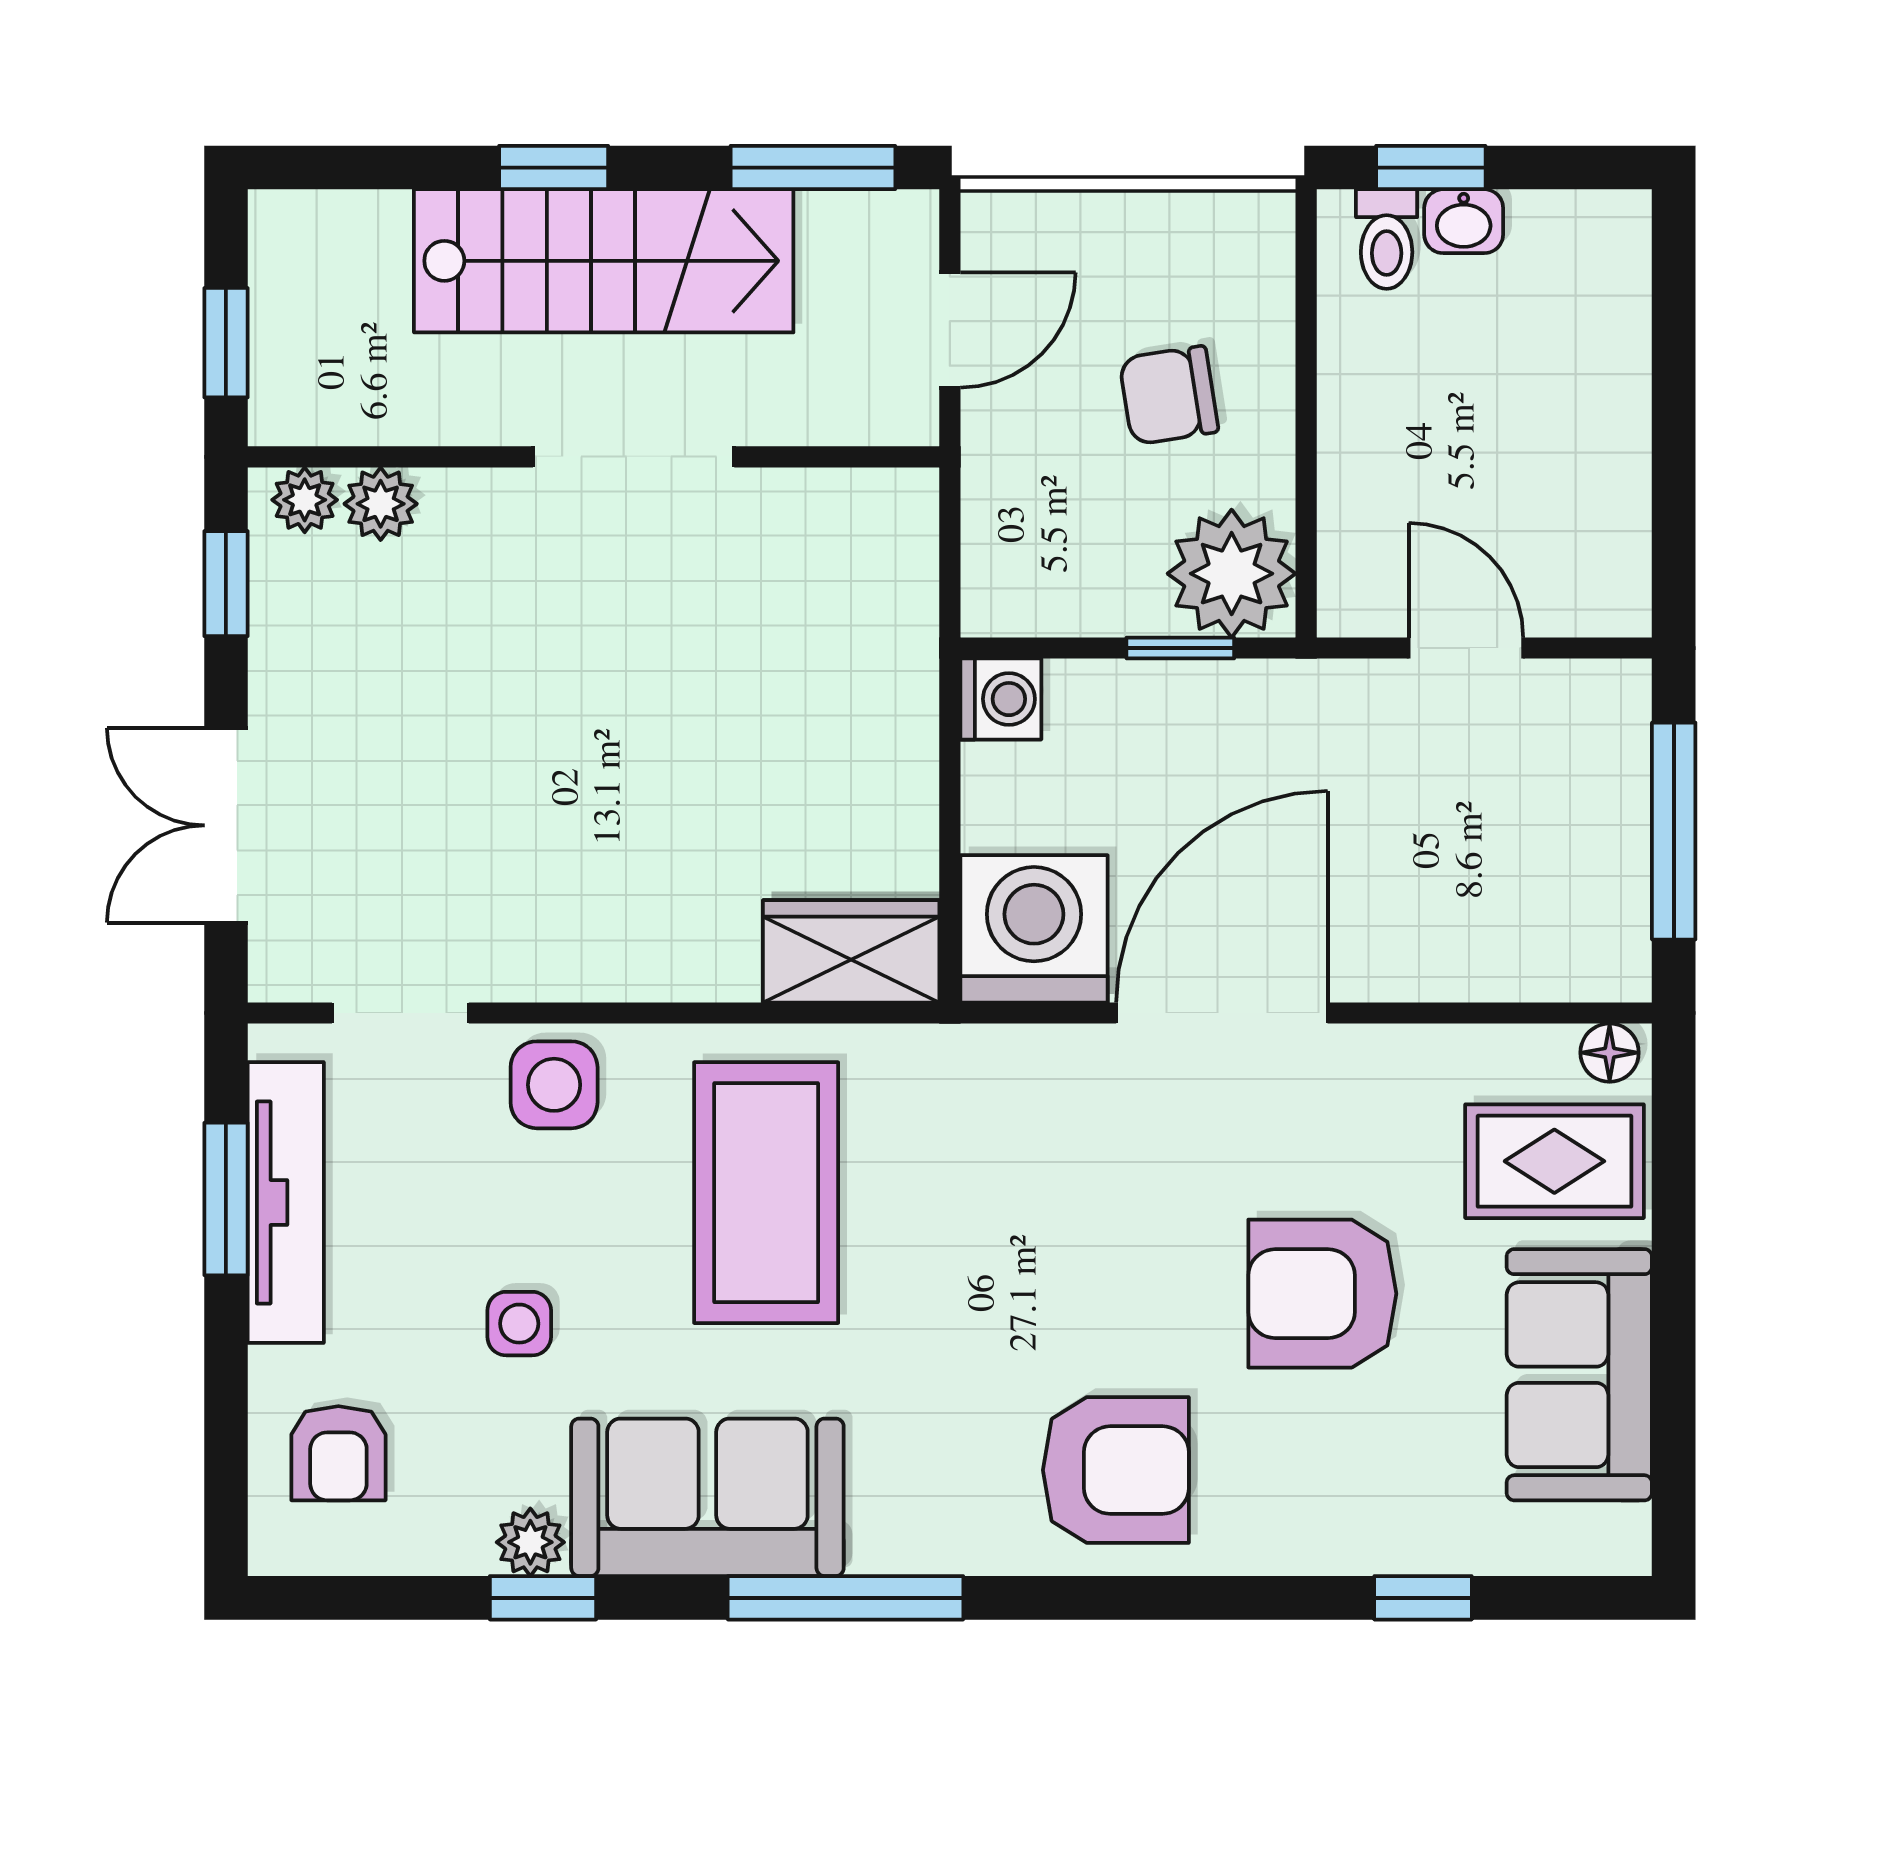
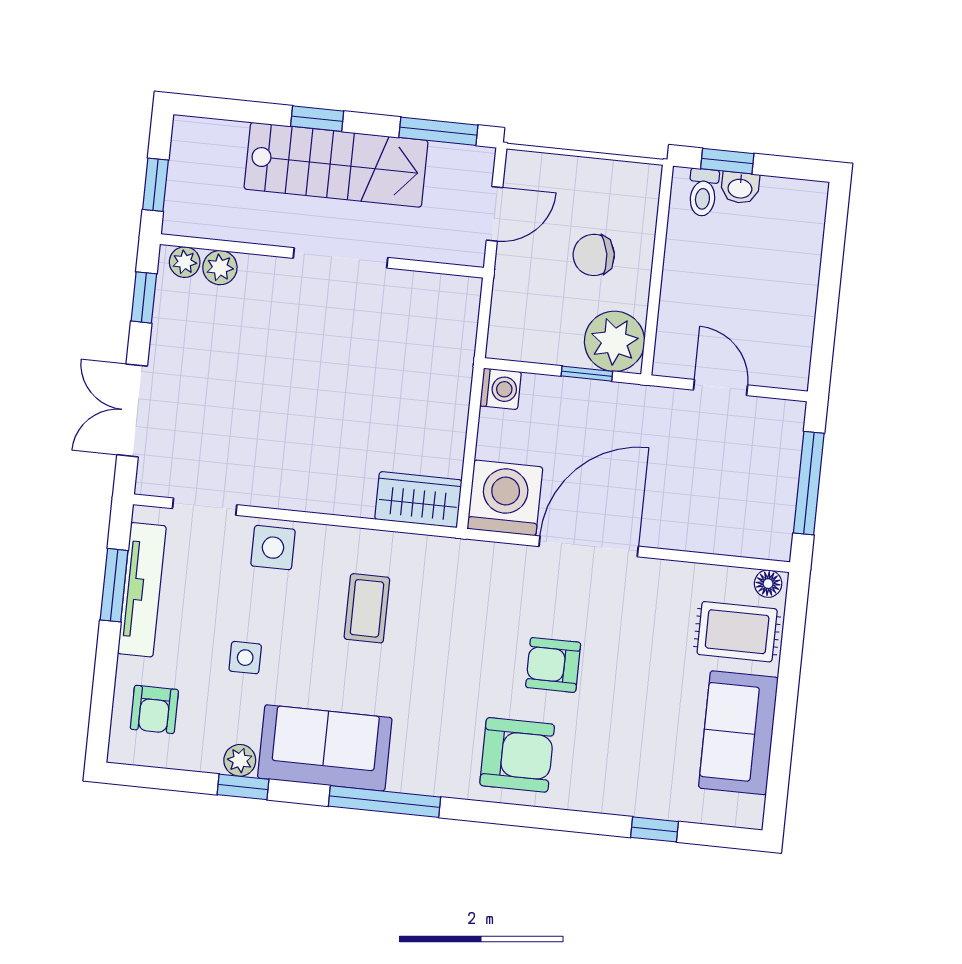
coffee table: (766, 1193) -> (367, 608), width x0.54, depth x0.58
armchair: (1322, 1294) -> (553, 665), moved, width x0.72, depth x0.72

